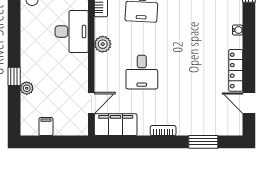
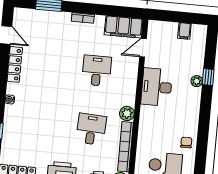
desk: (72, 32) -> (157, 87), moved
plant: (103, 44) -> (127, 113), moved
plant: (27, 88) -> (197, 81), moved

